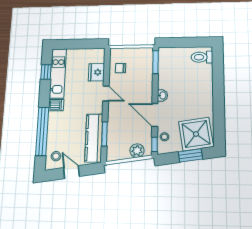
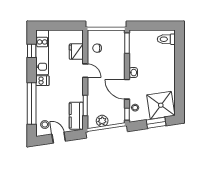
kitchen counter: (94, 138) -> (76, 116), width x0.67
plant: (137, 151) -> (102, 121), moved

